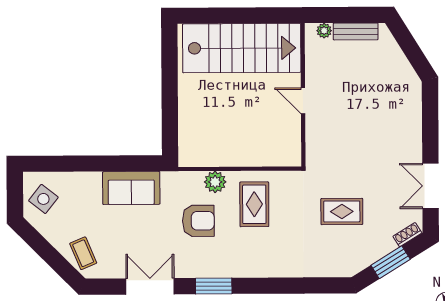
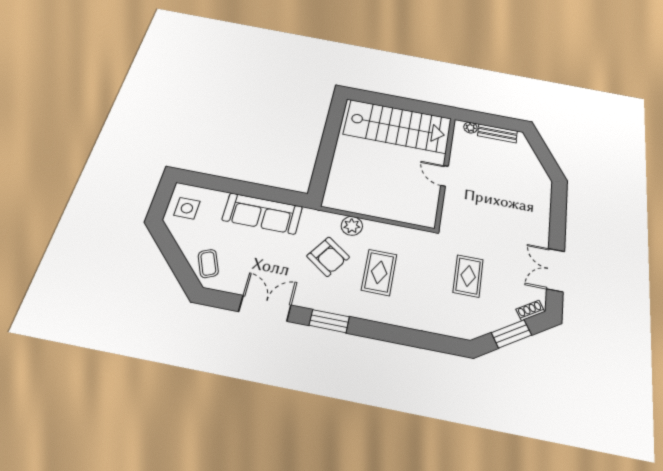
sofa: (131, 188) -> (262, 213), width x1.36
side table: (43, 199) -> (187, 208), turned -38
rug: (254, 204) -> (379, 272), moved
rug: (342, 211) -> (468, 276), turned 90
armchair: (198, 221) -> (328, 257), turned 35

